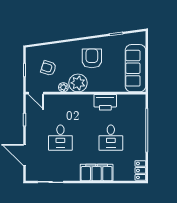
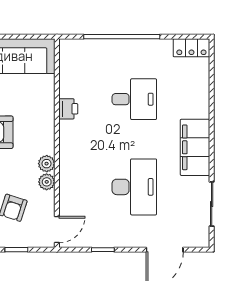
plant: (78, 83) -> (47, 164), width x0.53, depth x0.53
printer: (105, 102) -> (68, 109), width x0.53, depth x0.68
desk: (60, 138) -> (134, 187), width x1.37
filing cabinet: (97, 172) -> (195, 147), moved

